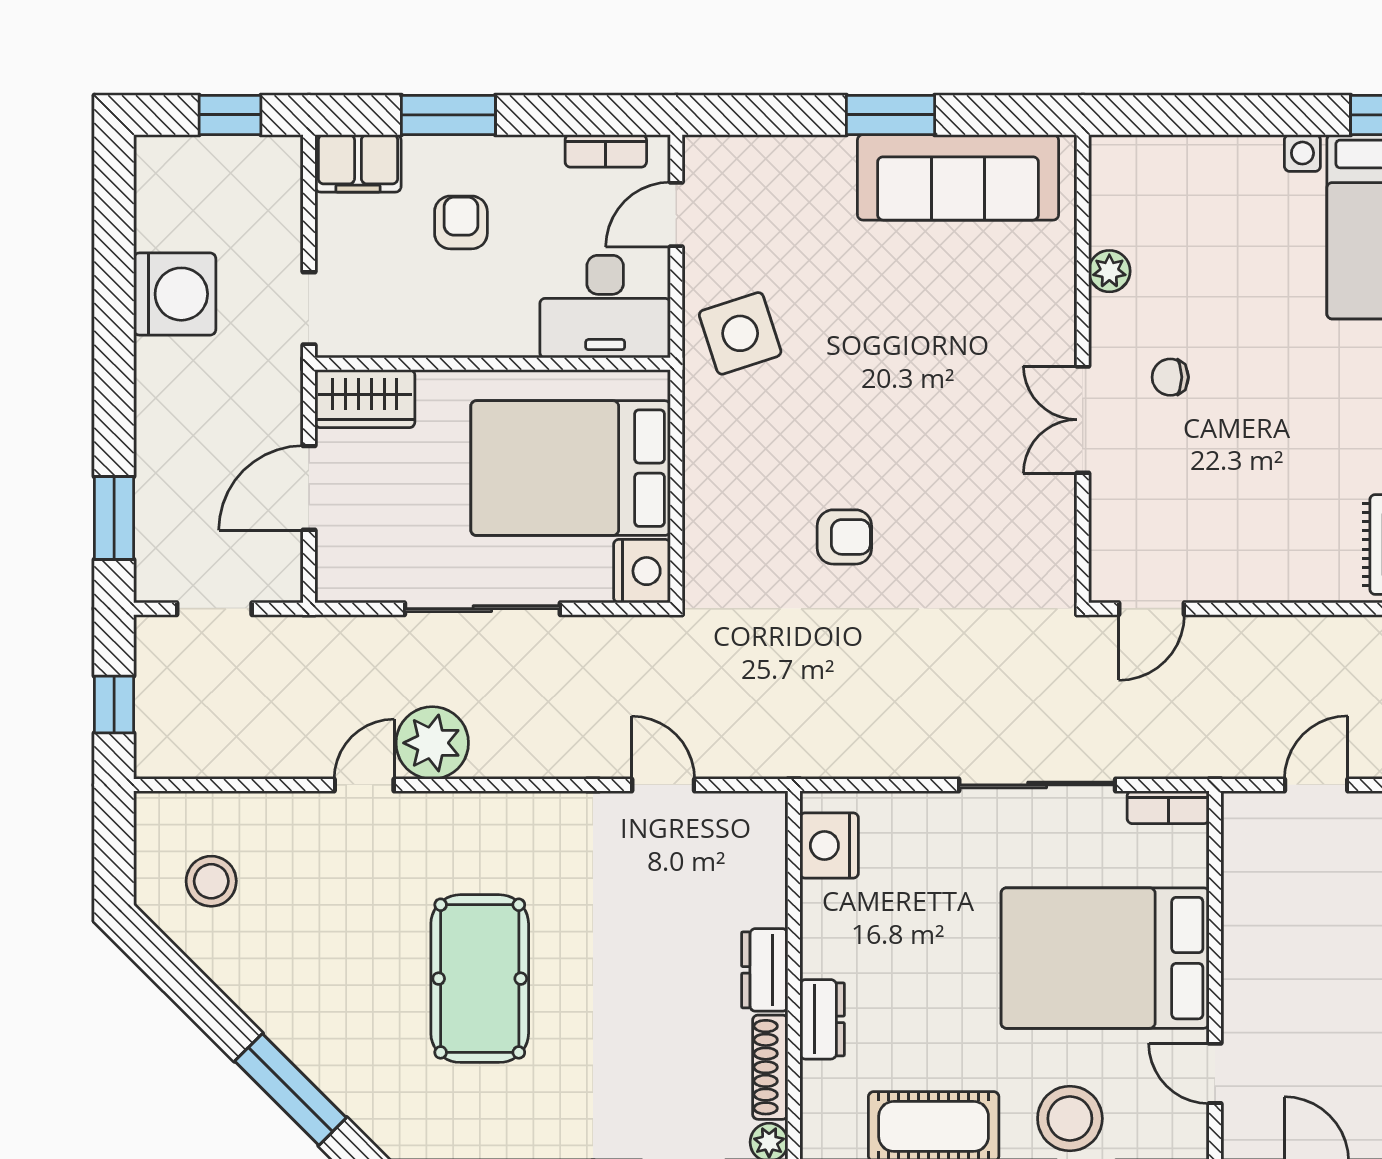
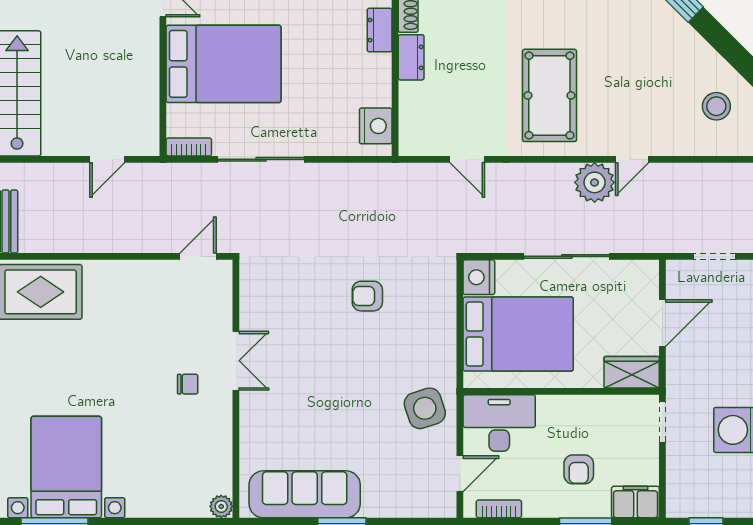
plant: (1109, 271) -> (221, 506), moved
pool table: (480, 979) -> (549, 95), moved

